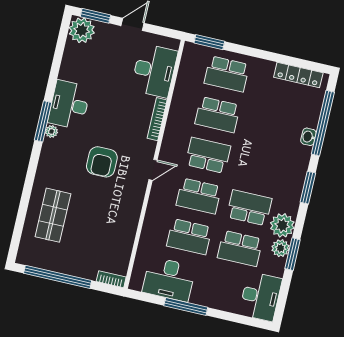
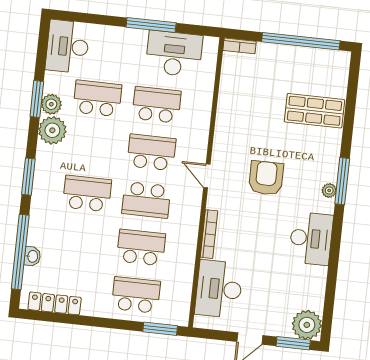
window: (43, 121) -> (342, 181), moved
plant: (51, 131) -> (329, 191), moved
washbasin: (308, 137) -> (32, 256), moved
door: (153, 170) -> (207, 176), hinge flipped
school desk: (249, 208) -> (87, 193), moved, turned 180
shop shelf: (53, 215) -> (315, 111), turned 90

